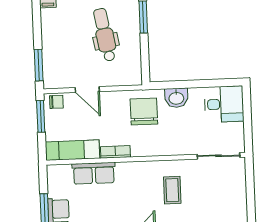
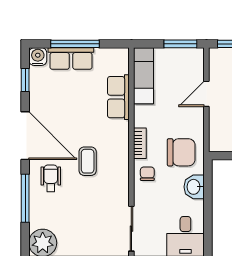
chair: (56, 102) -> (147, 174), moved, turned 180
bookcase: (115, 152) -> (140, 143), moved
coffee table: (172, 190) -> (88, 161), moved, turned 90

